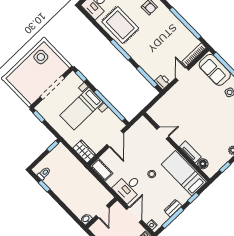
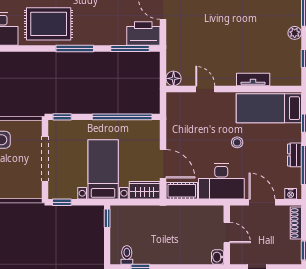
printer: (162, 82) -> (143, 34), width x1.87, depth x1.48
bed with nightstands: (81, 109) -> (103, 169), moved, turned 180
door: (163, 133) -> (205, 89), hinge flipped
door: (115, 139) -> (163, 164), moved
floor lamp: (203, 164) -> (174, 78), moved
desk: (128, 188) -> (221, 181), width x1.37

